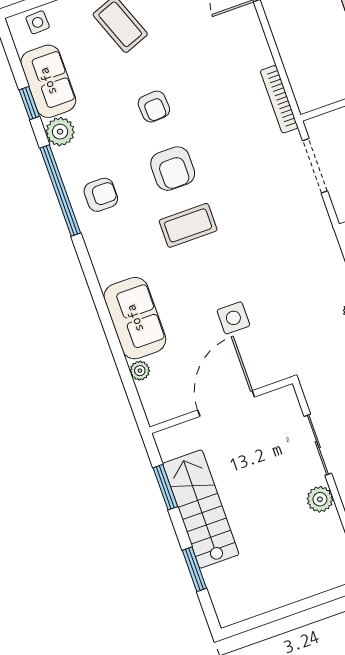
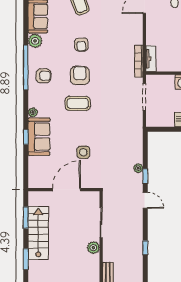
tv unit: (301, 86) -> (151, 59), added
window: (29, 103) -> (26, 137), moved
armchair: (173, 169) -> (80, 75), turned 180
plant: (140, 371) -> (33, 112), moved

